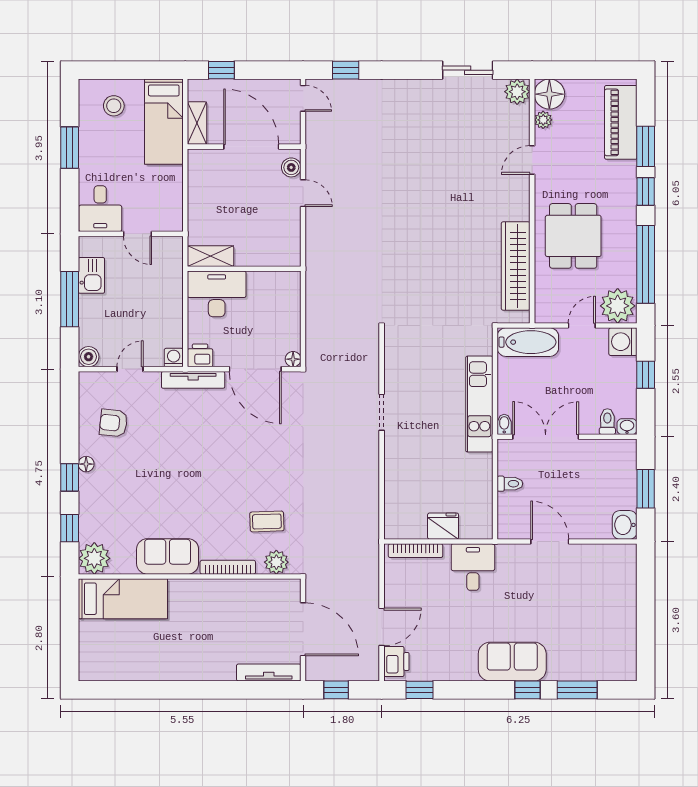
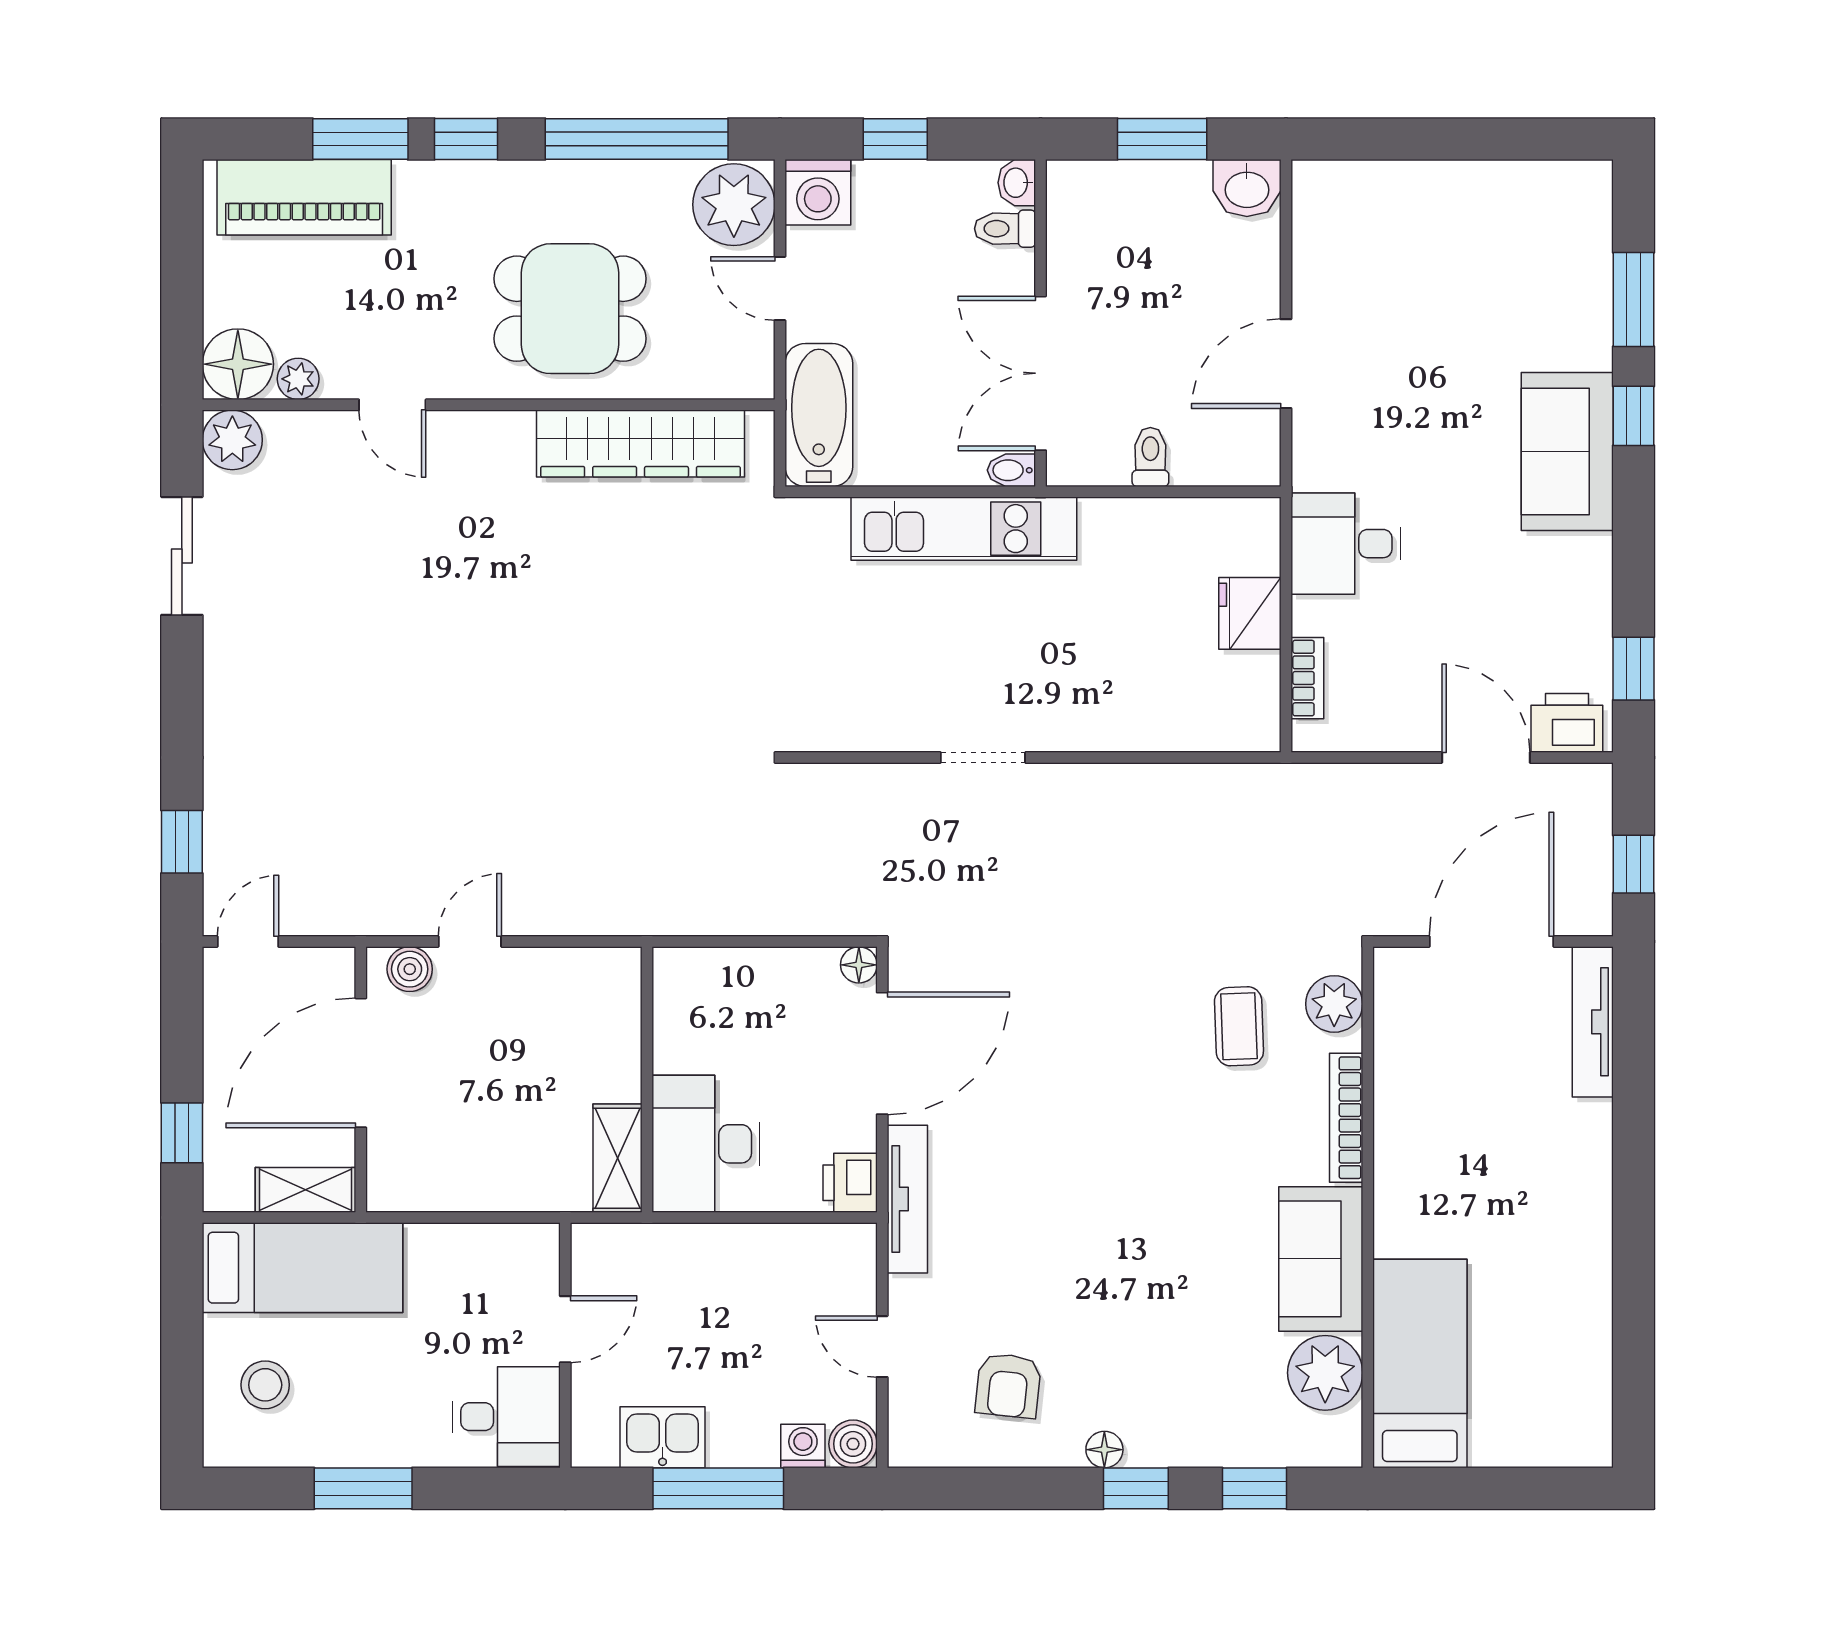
washing machine: (174, 358) -> (803, 1446), moved, turned 90
bookcase: (416, 551) -> (1307, 678), width x0.64
plant: (94, 558) -> (1325, 1373), moved

